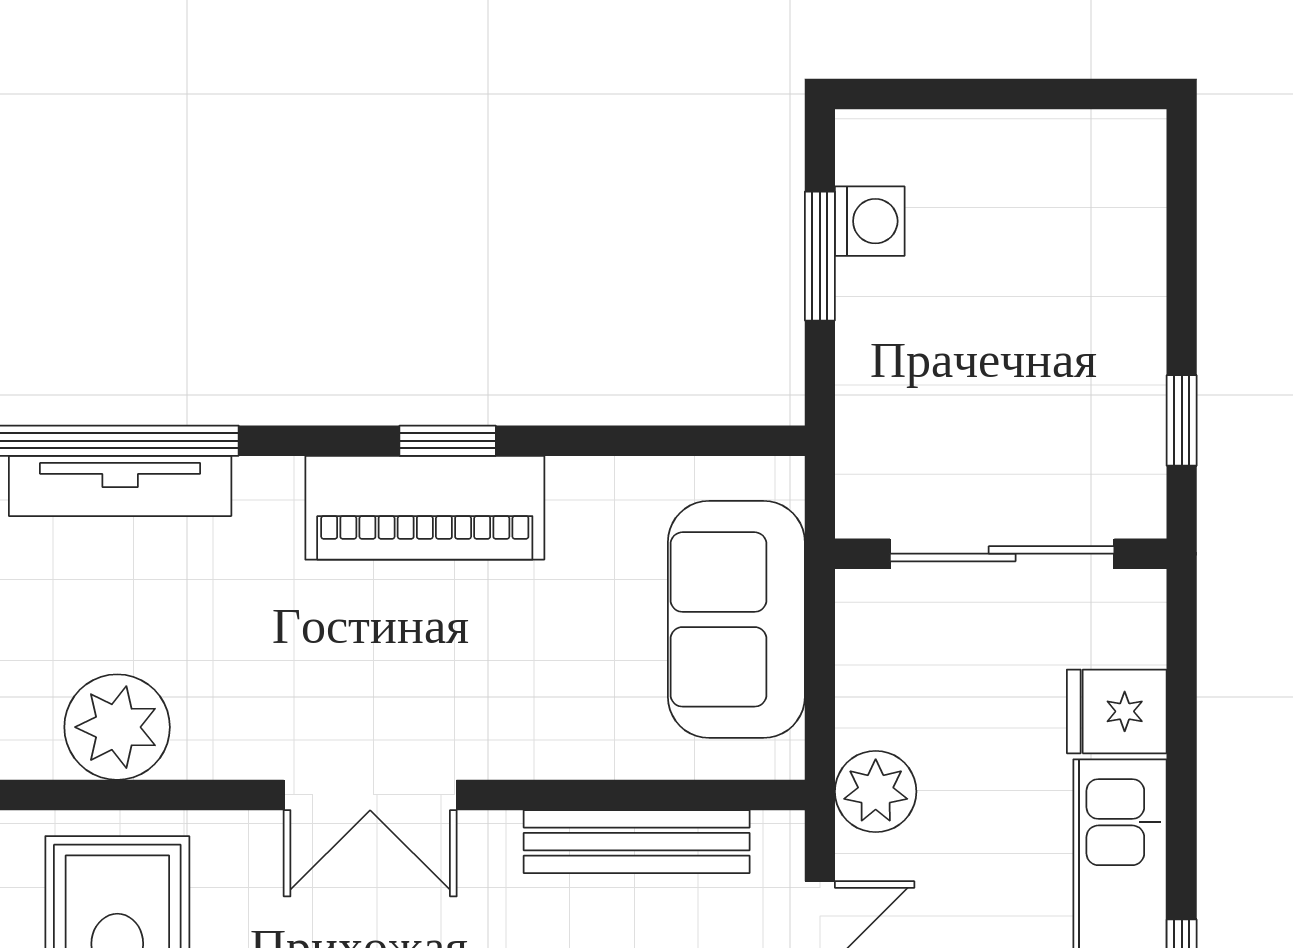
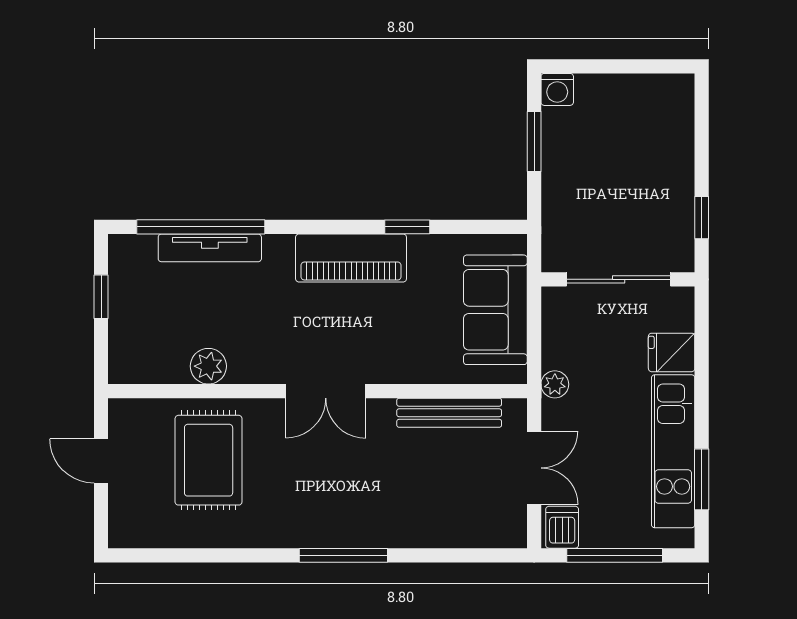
washing machine: (870, 221) -> (557, 89), moved, turned 90
window: (448, 441) -> (407, 227), moved
plant: (117, 727) -> (208, 366), width x0.73, depth x0.73
plant: (876, 792) -> (555, 384), width x0.73, depth x0.73

